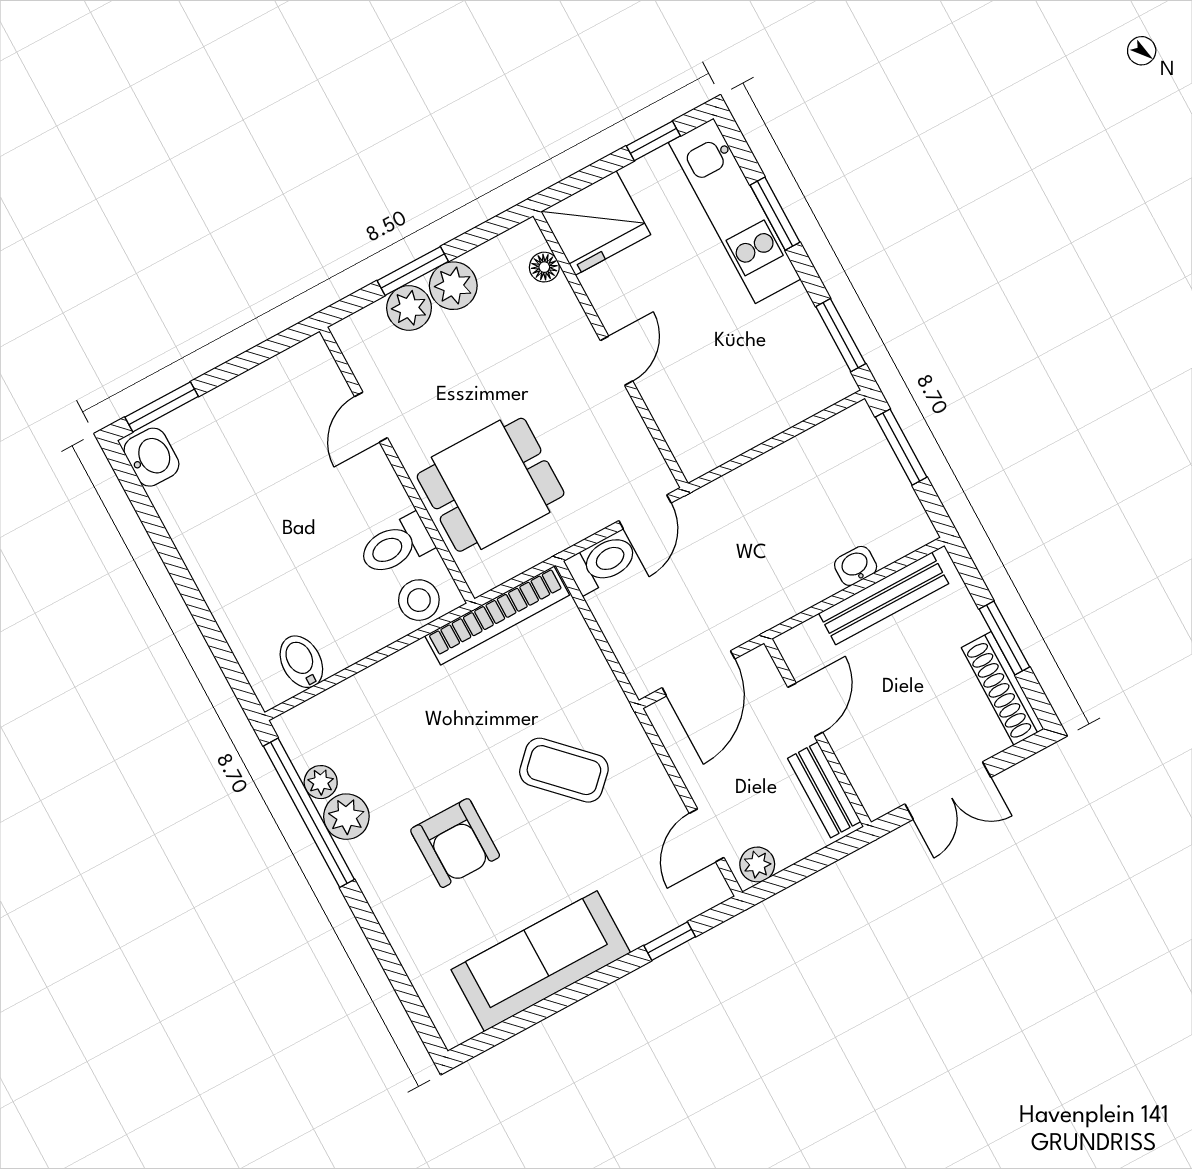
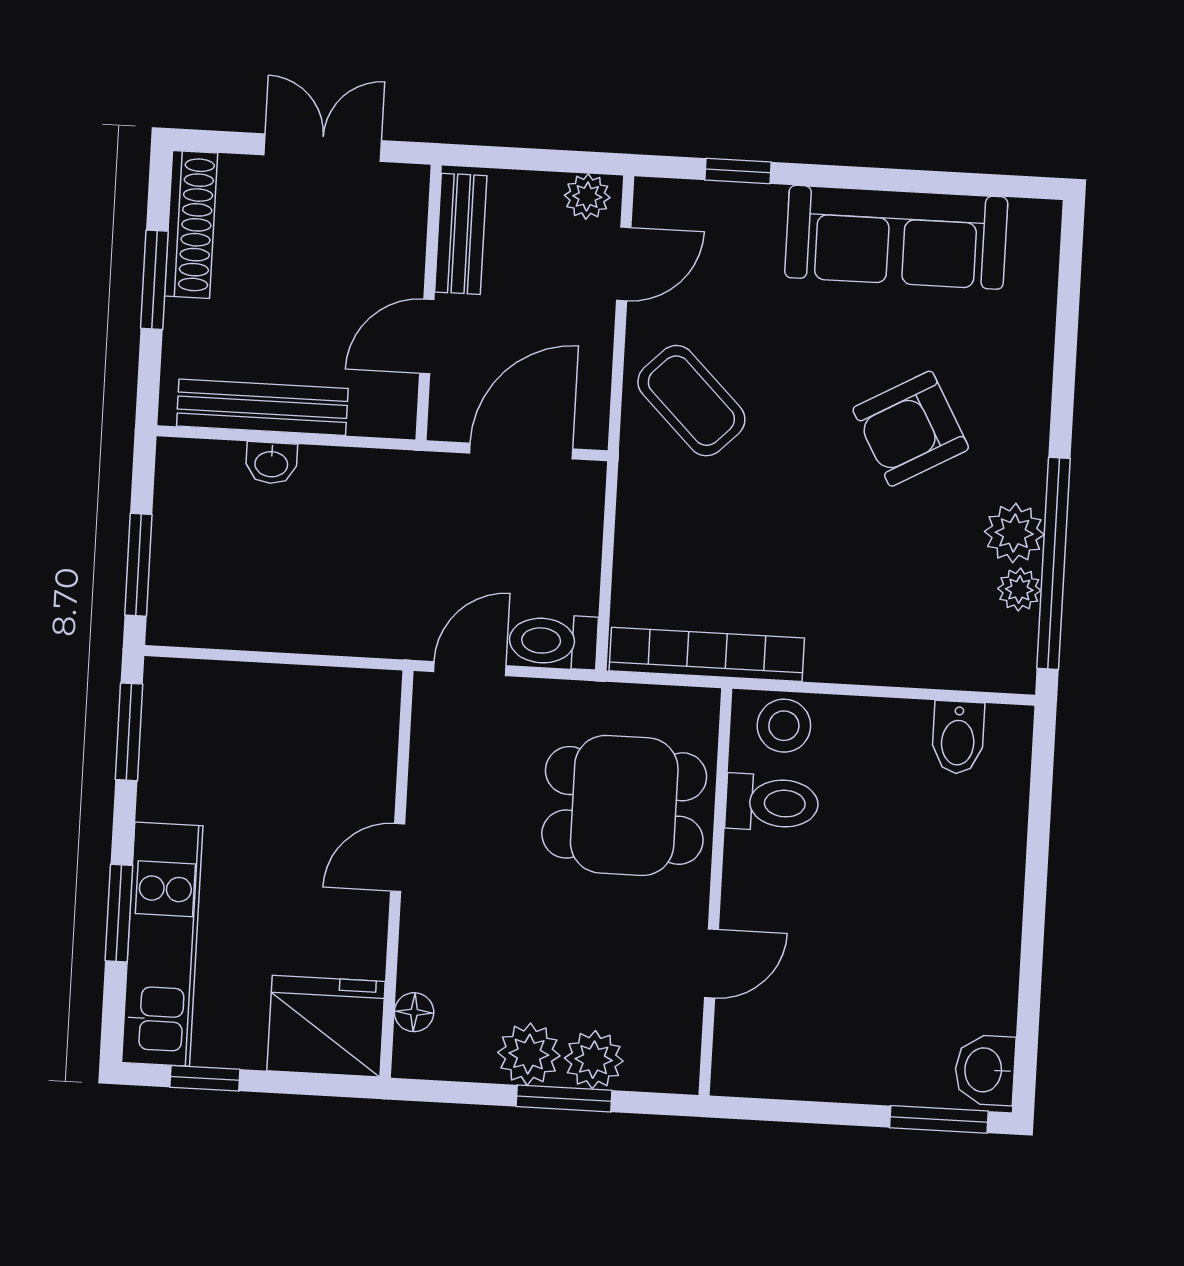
coffee table: (564, 770) -> (691, 401), moved
armchair: (455, 843) -> (911, 429), turned -119

